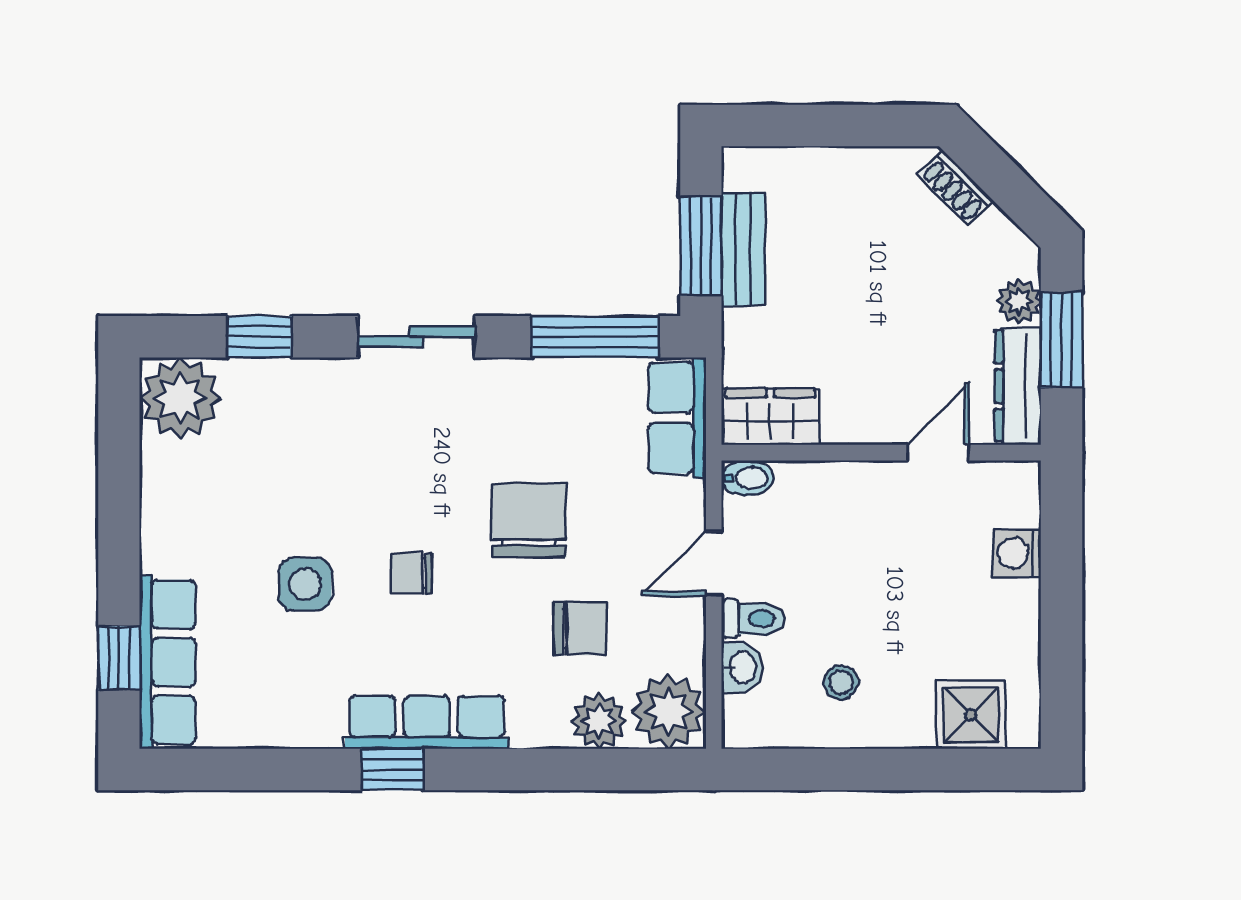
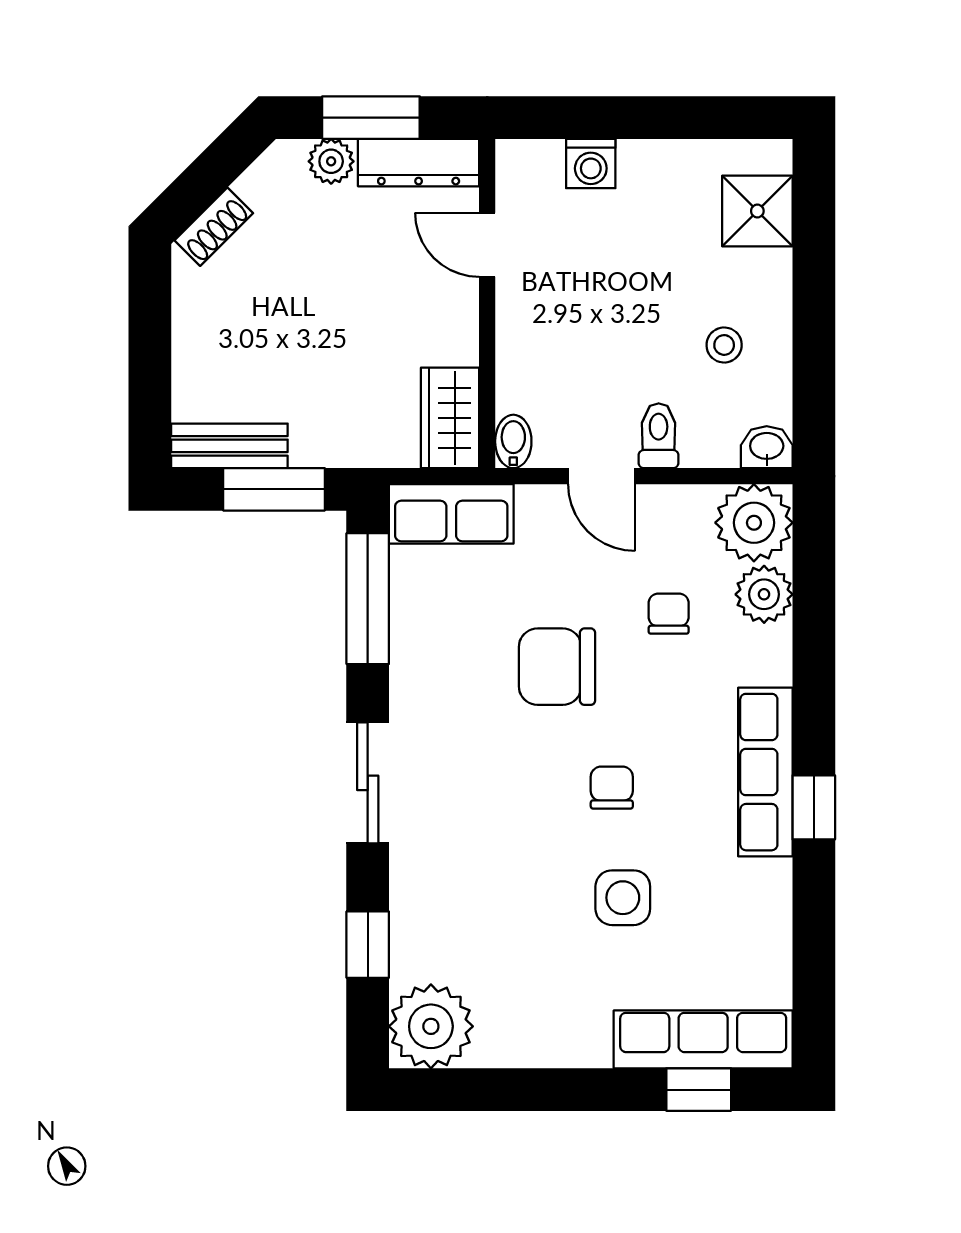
bench: (743, 249) -> (229, 446), moved
chair: (412, 573) -> (612, 788), turned 180
chair: (580, 629) -> (669, 614), width x0.73, depth x0.73
washbasin: (742, 667) -> (767, 447), moved

